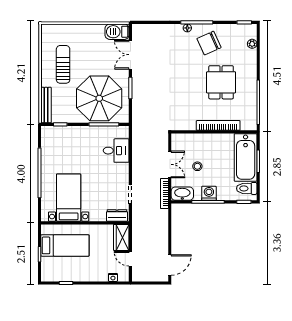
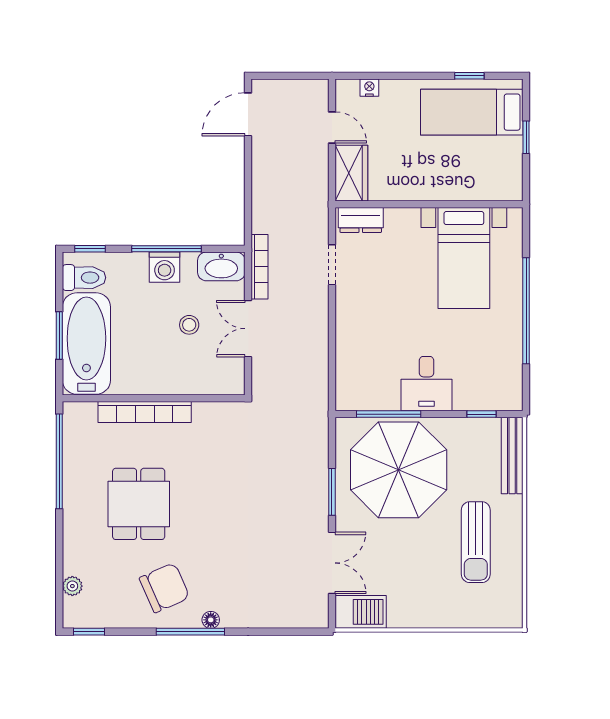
desk: (116, 151) -> (426, 384), moved, turned -90
bed: (65, 245) -> (472, 112), moved

